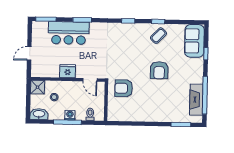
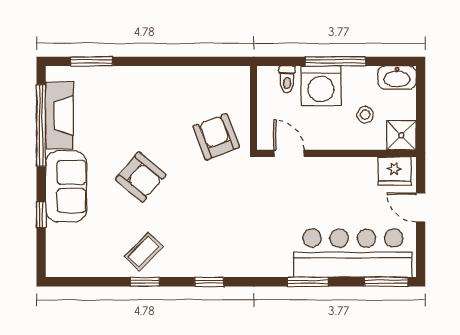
bar counter: (69, 33) -> (353, 253), width x1.36
sofa: (194, 41) -> (66, 186), moved
door: (29, 53) -> (421, 207), swing flipped
armchair: (159, 70) -> (141, 177), turned 130
fridge: (68, 71) -> (394, 171), moved
armchair: (124, 88) -> (216, 137), turned -111
washing machine: (70, 115) -> (321, 86), width x1.89, depth x1.89

